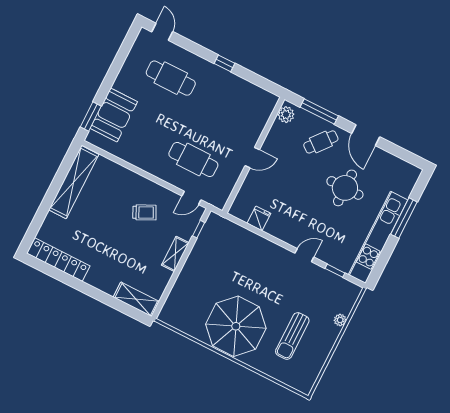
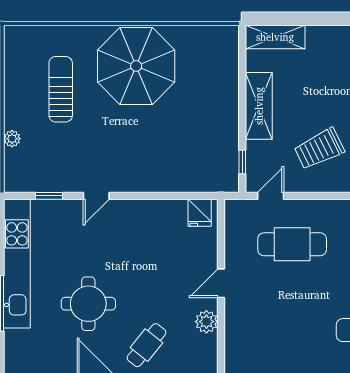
plant: (286, 115) -> (206, 322), moved
trolley: (144, 212) -> (319, 149), width x1.36, depth x1.39
fridge: (259, 218) -> (200, 213), moved
shelving: (175, 254) -> (259, 106), width x1.50, depth x1.33

